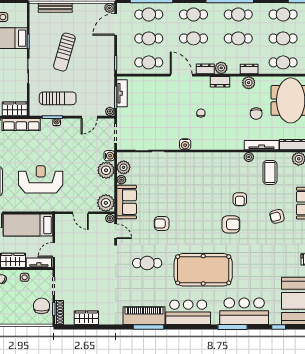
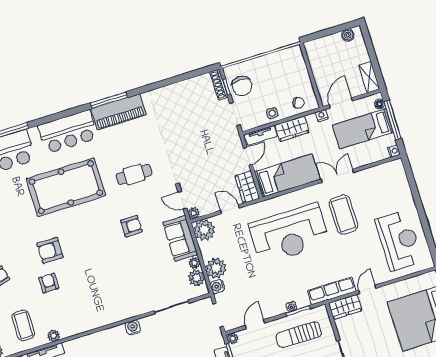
reception desk: (41, 179) -> (289, 234), width x1.36, depth x1.30
wardrobe: (86, 318) -> (247, 187), moved, turned 90

